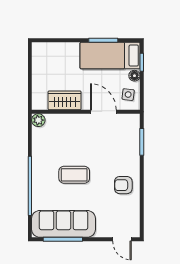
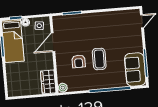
wardrobe: (65, 100) -> (48, 82), moved
armchair: (123, 185) -> (79, 61), moved
sofa: (64, 224) -> (135, 69), width x0.73

